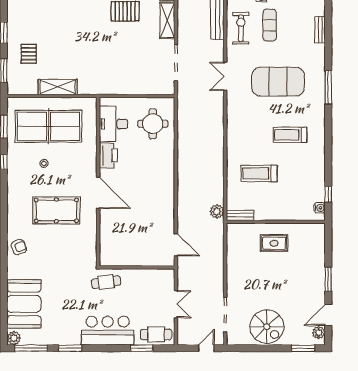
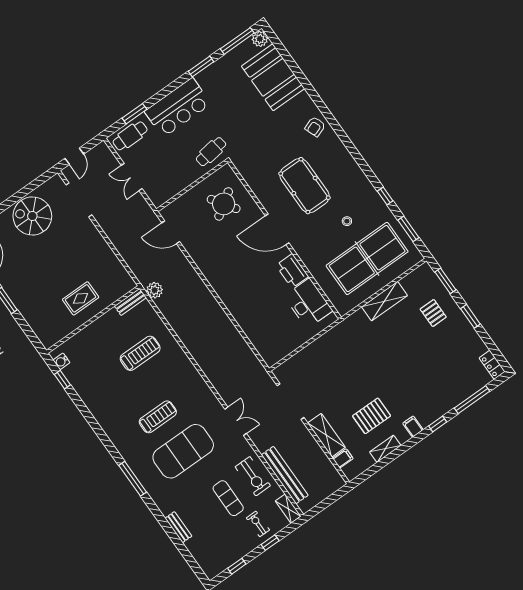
round table: (153, 124) -> (224, 204), moved, turned -34
treadmill: (290, 135) -> (158, 417), moved
pool table: (56, 210) -> (304, 186), turned 90

